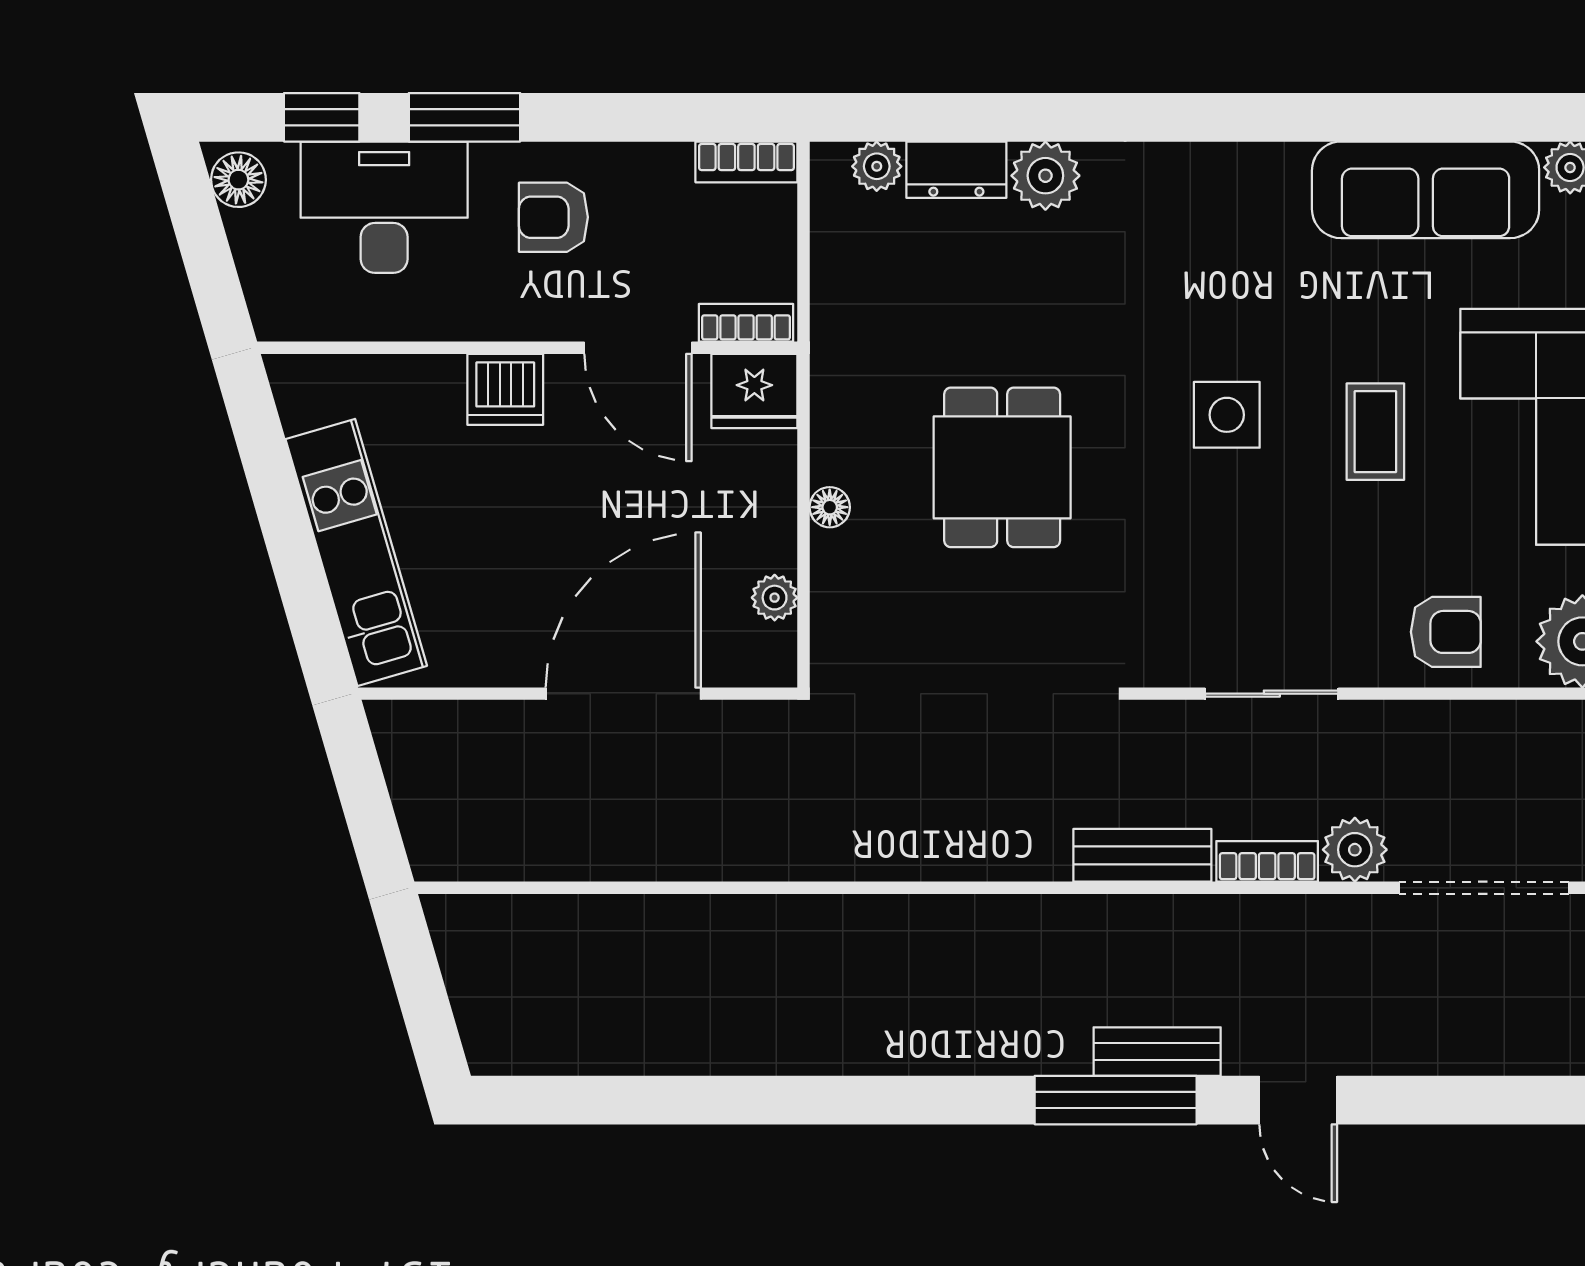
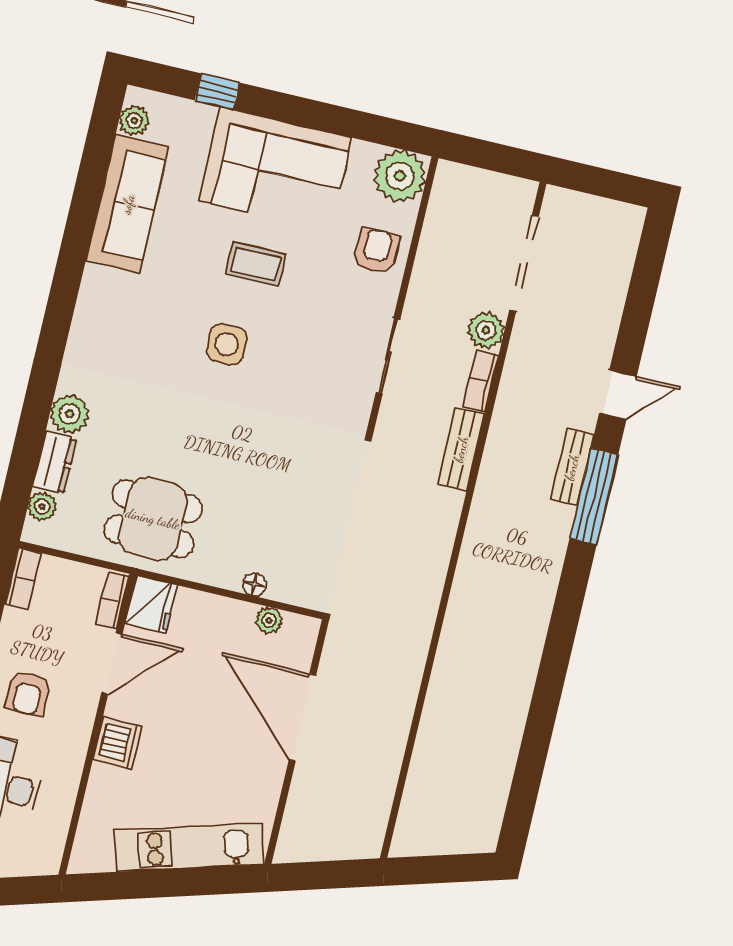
dining table: (1002, 467) -> (153, 519), moved
floor lamp: (830, 507) -> (254, 584), moved

